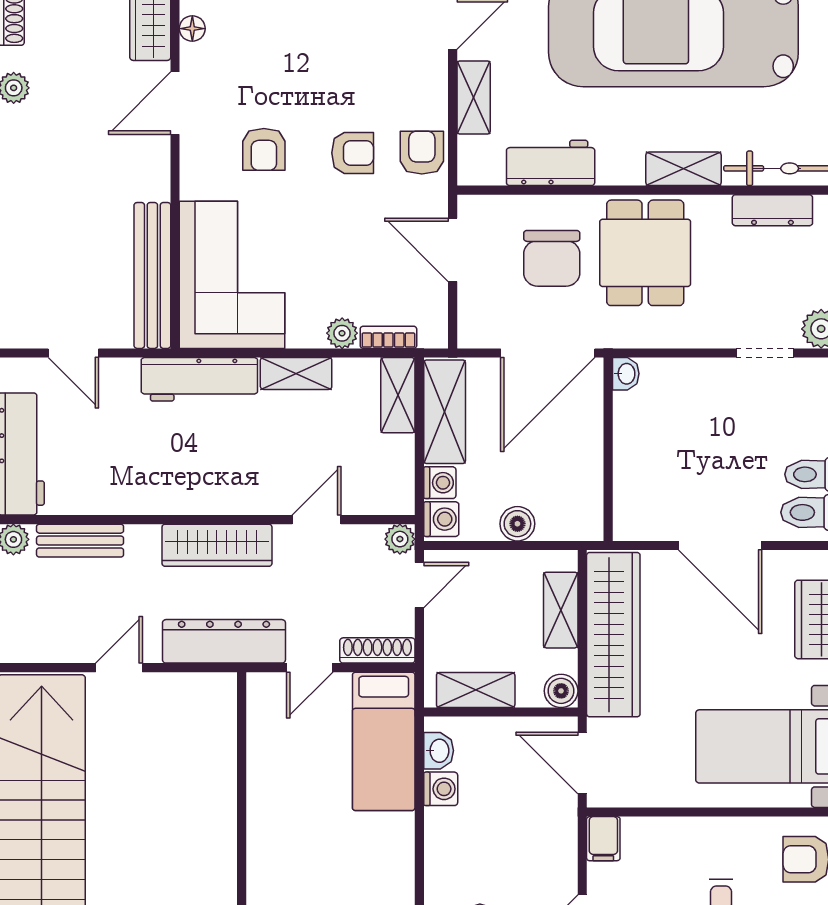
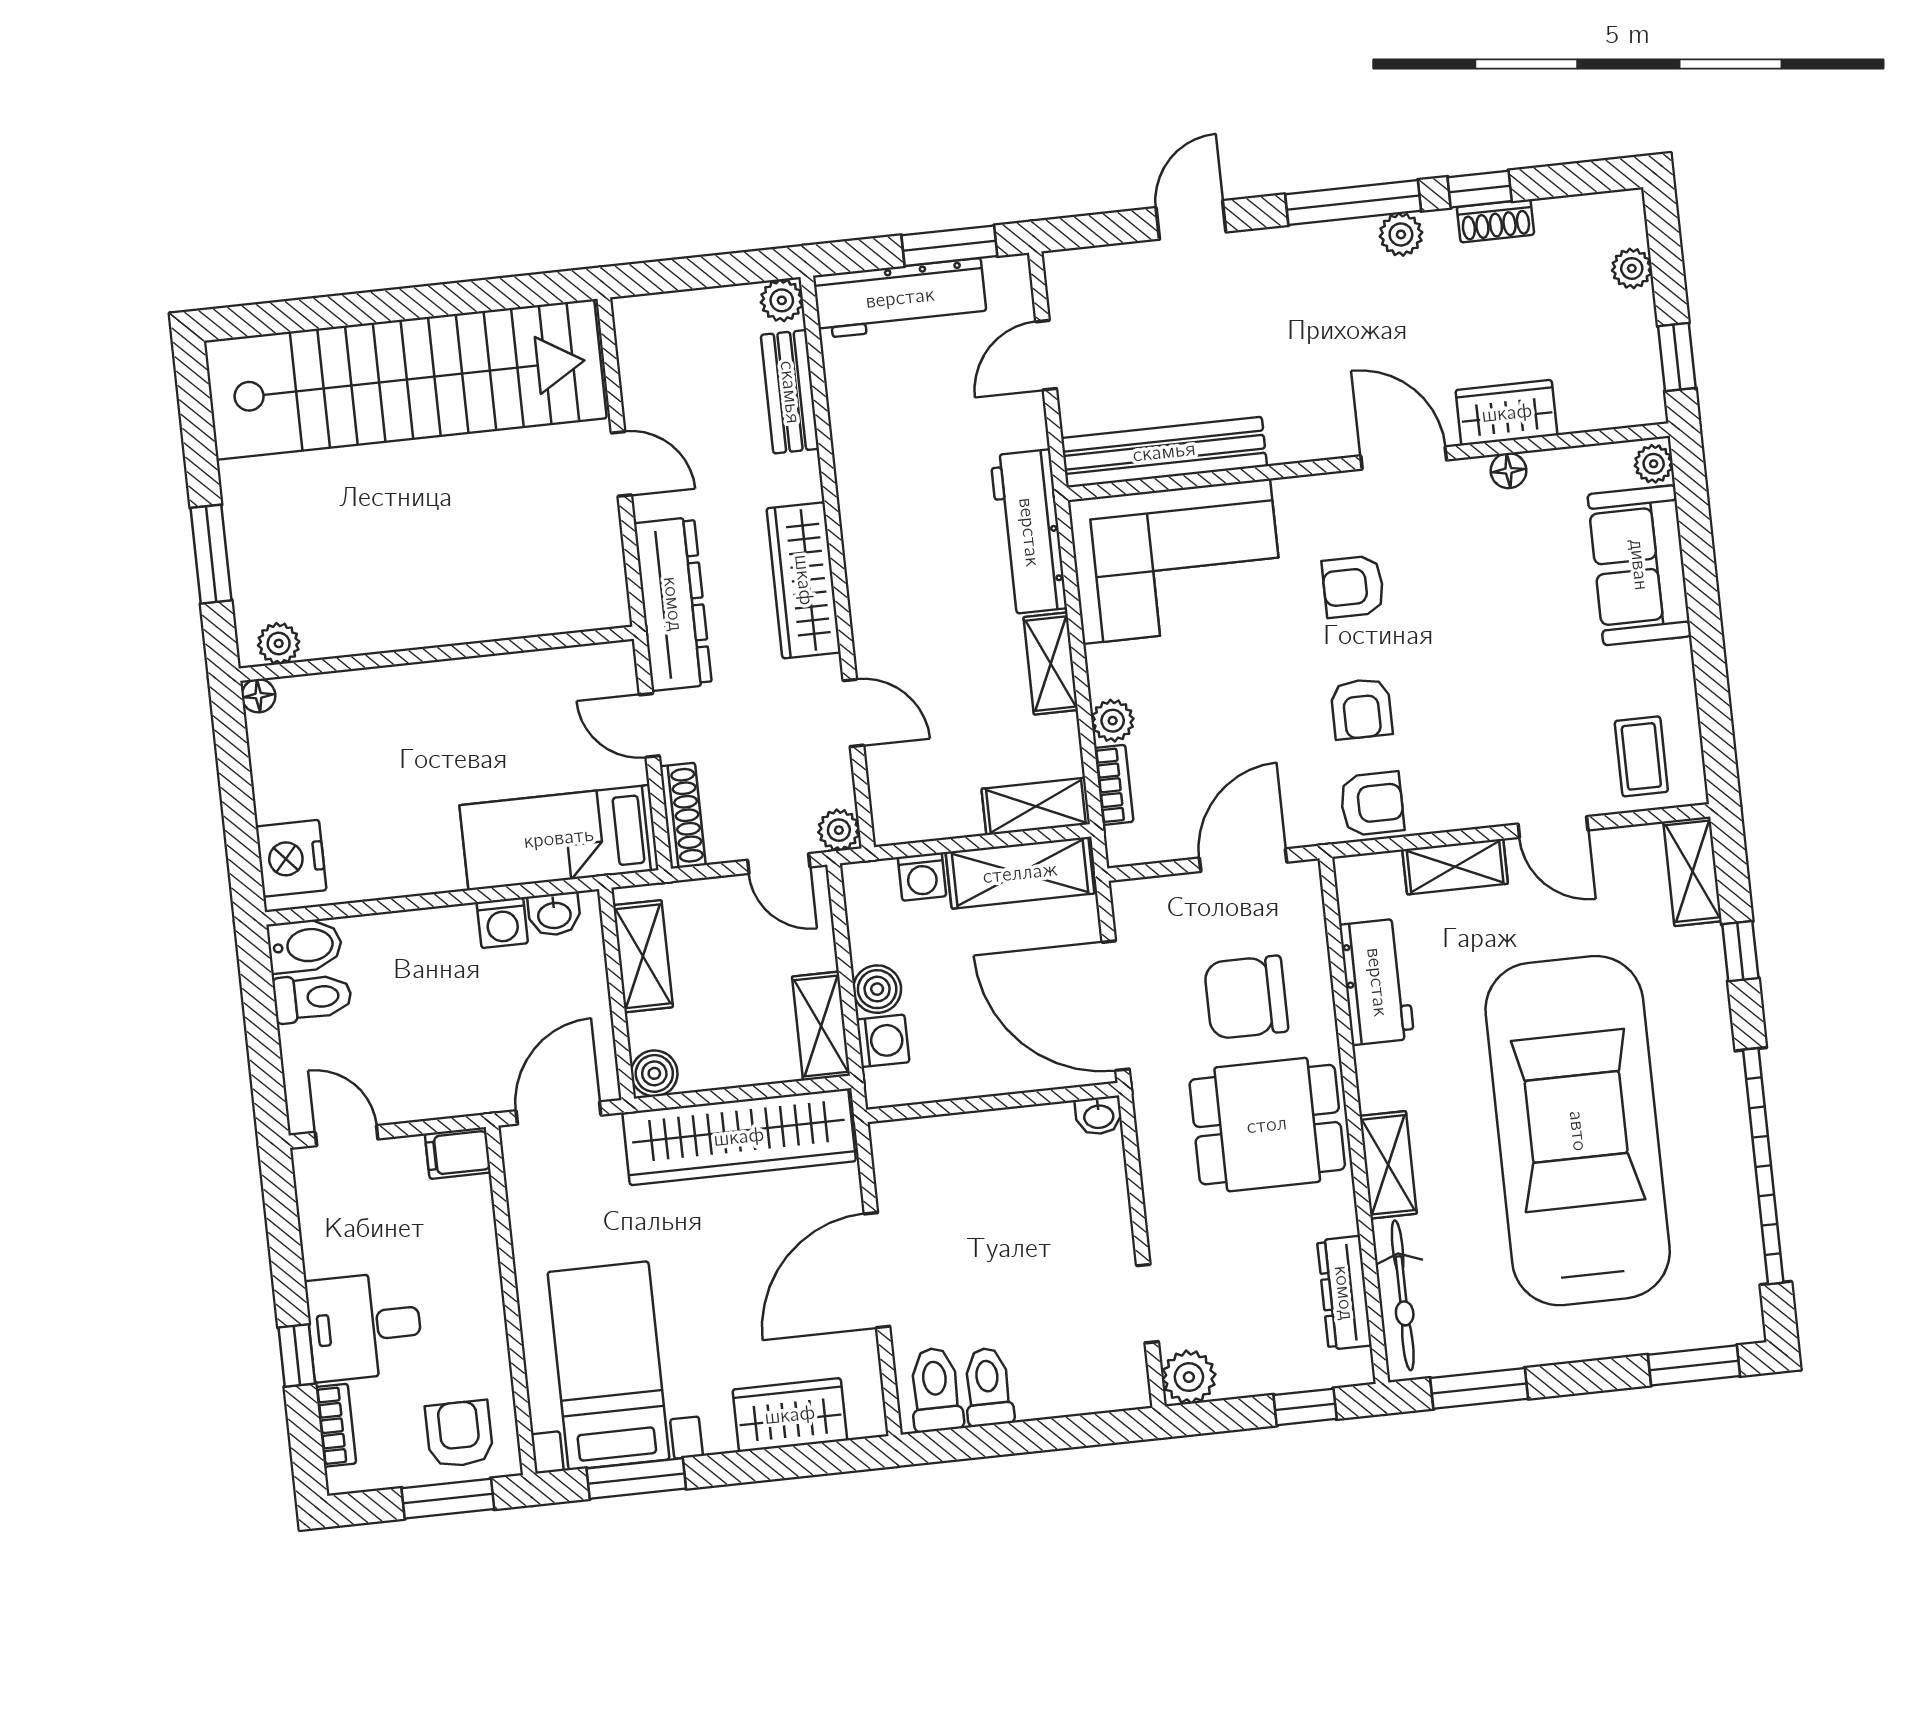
washing machine: (441, 519) -> (883, 1041), moved, turned -90
shelving: (561, 610) -> (821, 1026), moved, turned 90

